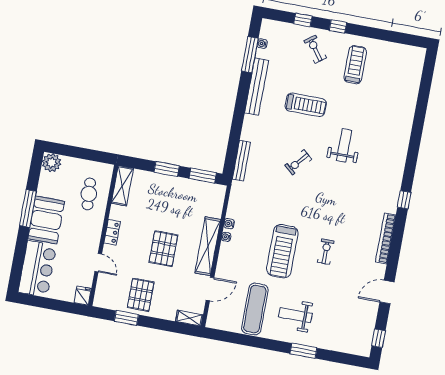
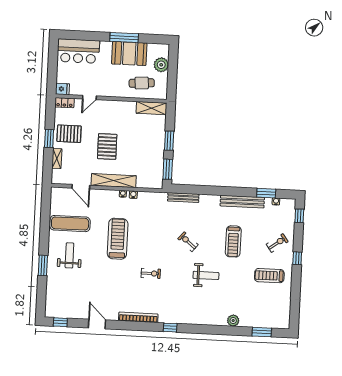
window: (303, 20) -> (299, 216), moved
window: (250, 55) -> (266, 193), width x0.69
treadmill: (355, 65) -> (269, 276), turned 180
window: (426, 84) -> (262, 332), added
plant: (406, 118) -> (233, 321), added
plant: (51, 163) -> (161, 65), moved
booth: (46, 220) -> (129, 53), moved
locker: (112, 232) -> (64, 103), moved
pallet: (163, 249) -> (107, 146), turned 90
treadmill: (282, 251) -> (118, 239), turned 90
exercise bike: (326, 252) -> (151, 273), moved
window: (126, 318) -> (49, 138), moved
shelving: (189, 318) -> (57, 158), moved

